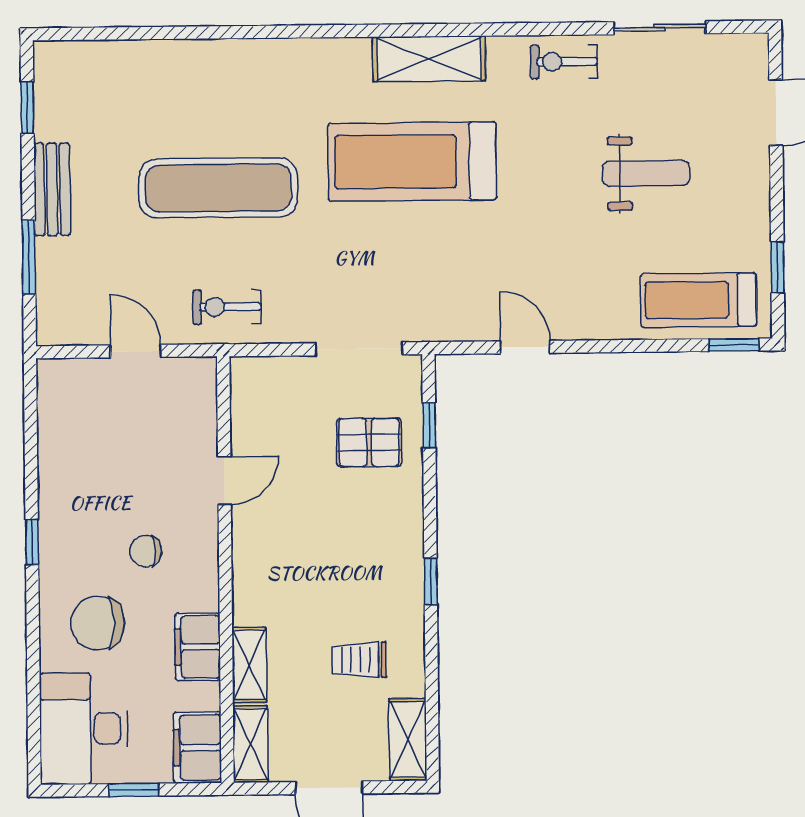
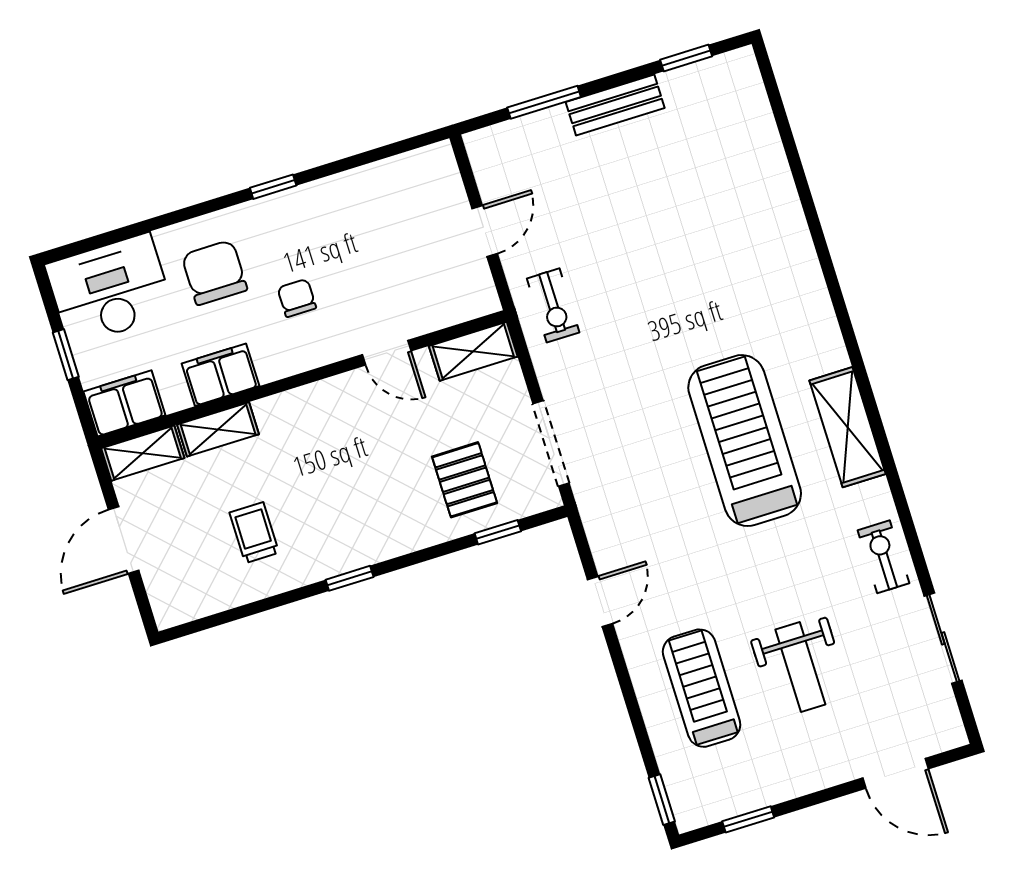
exercise mat: (218, 188) -> (664, 263), removed
treadmill: (698, 300) -> (702, 688), moved
exercise bike: (227, 307) -> (553, 305), turned 180
shelving: (408, 739) -> (473, 351), moved

